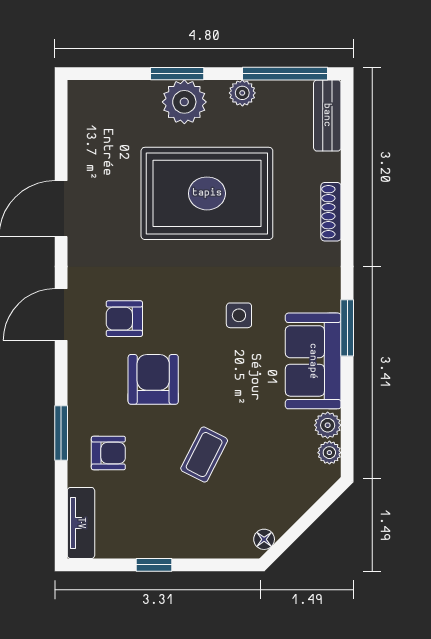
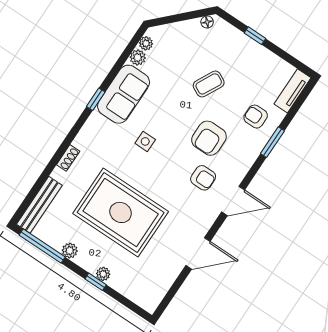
window: (177, 74) -> (96, 282), width x0.67
plant: (184, 102) -> (103, 274), width x0.53, depth x0.53
bench: (327, 115) -> (39, 205), width x1.36
shoe rack: (331, 212) -> (68, 158), width x0.70
window: (347, 328) -> (96, 99), width x0.67
window: (154, 565) -> (255, 36), moved

